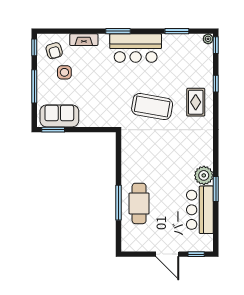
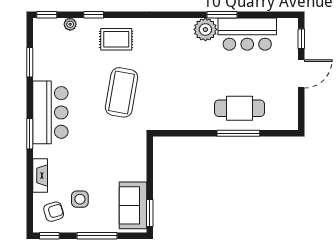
plant: (208, 39) -> (70, 24), moved

